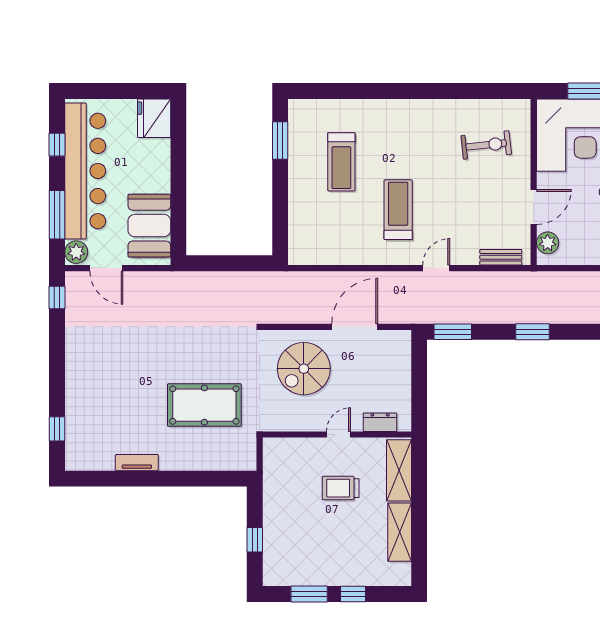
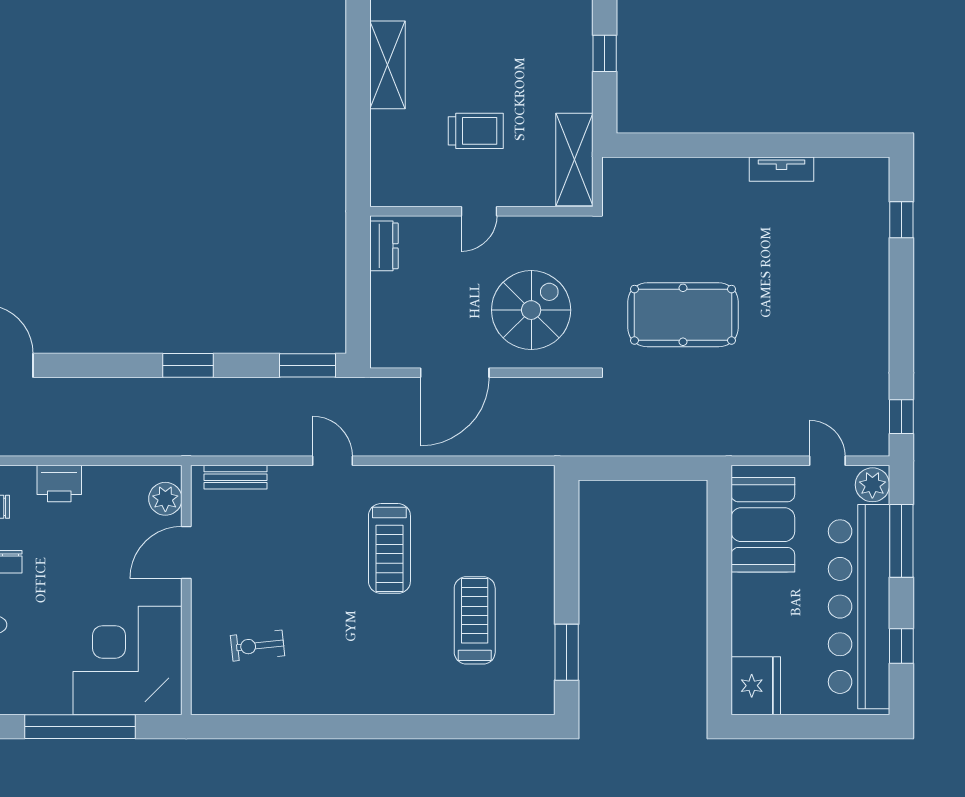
exercise bike: (486, 145) -> (257, 646), width x0.73, depth x0.72
door: (106, 268) -> (827, 461), width x0.73
door: (436, 268) -> (333, 461), swing flipped
pool table: (204, 405) -> (683, 315), moved
dresser: (380, 422) -> (384, 246), moved, turned -90
shelving: (399, 470) -> (574, 159), moved

